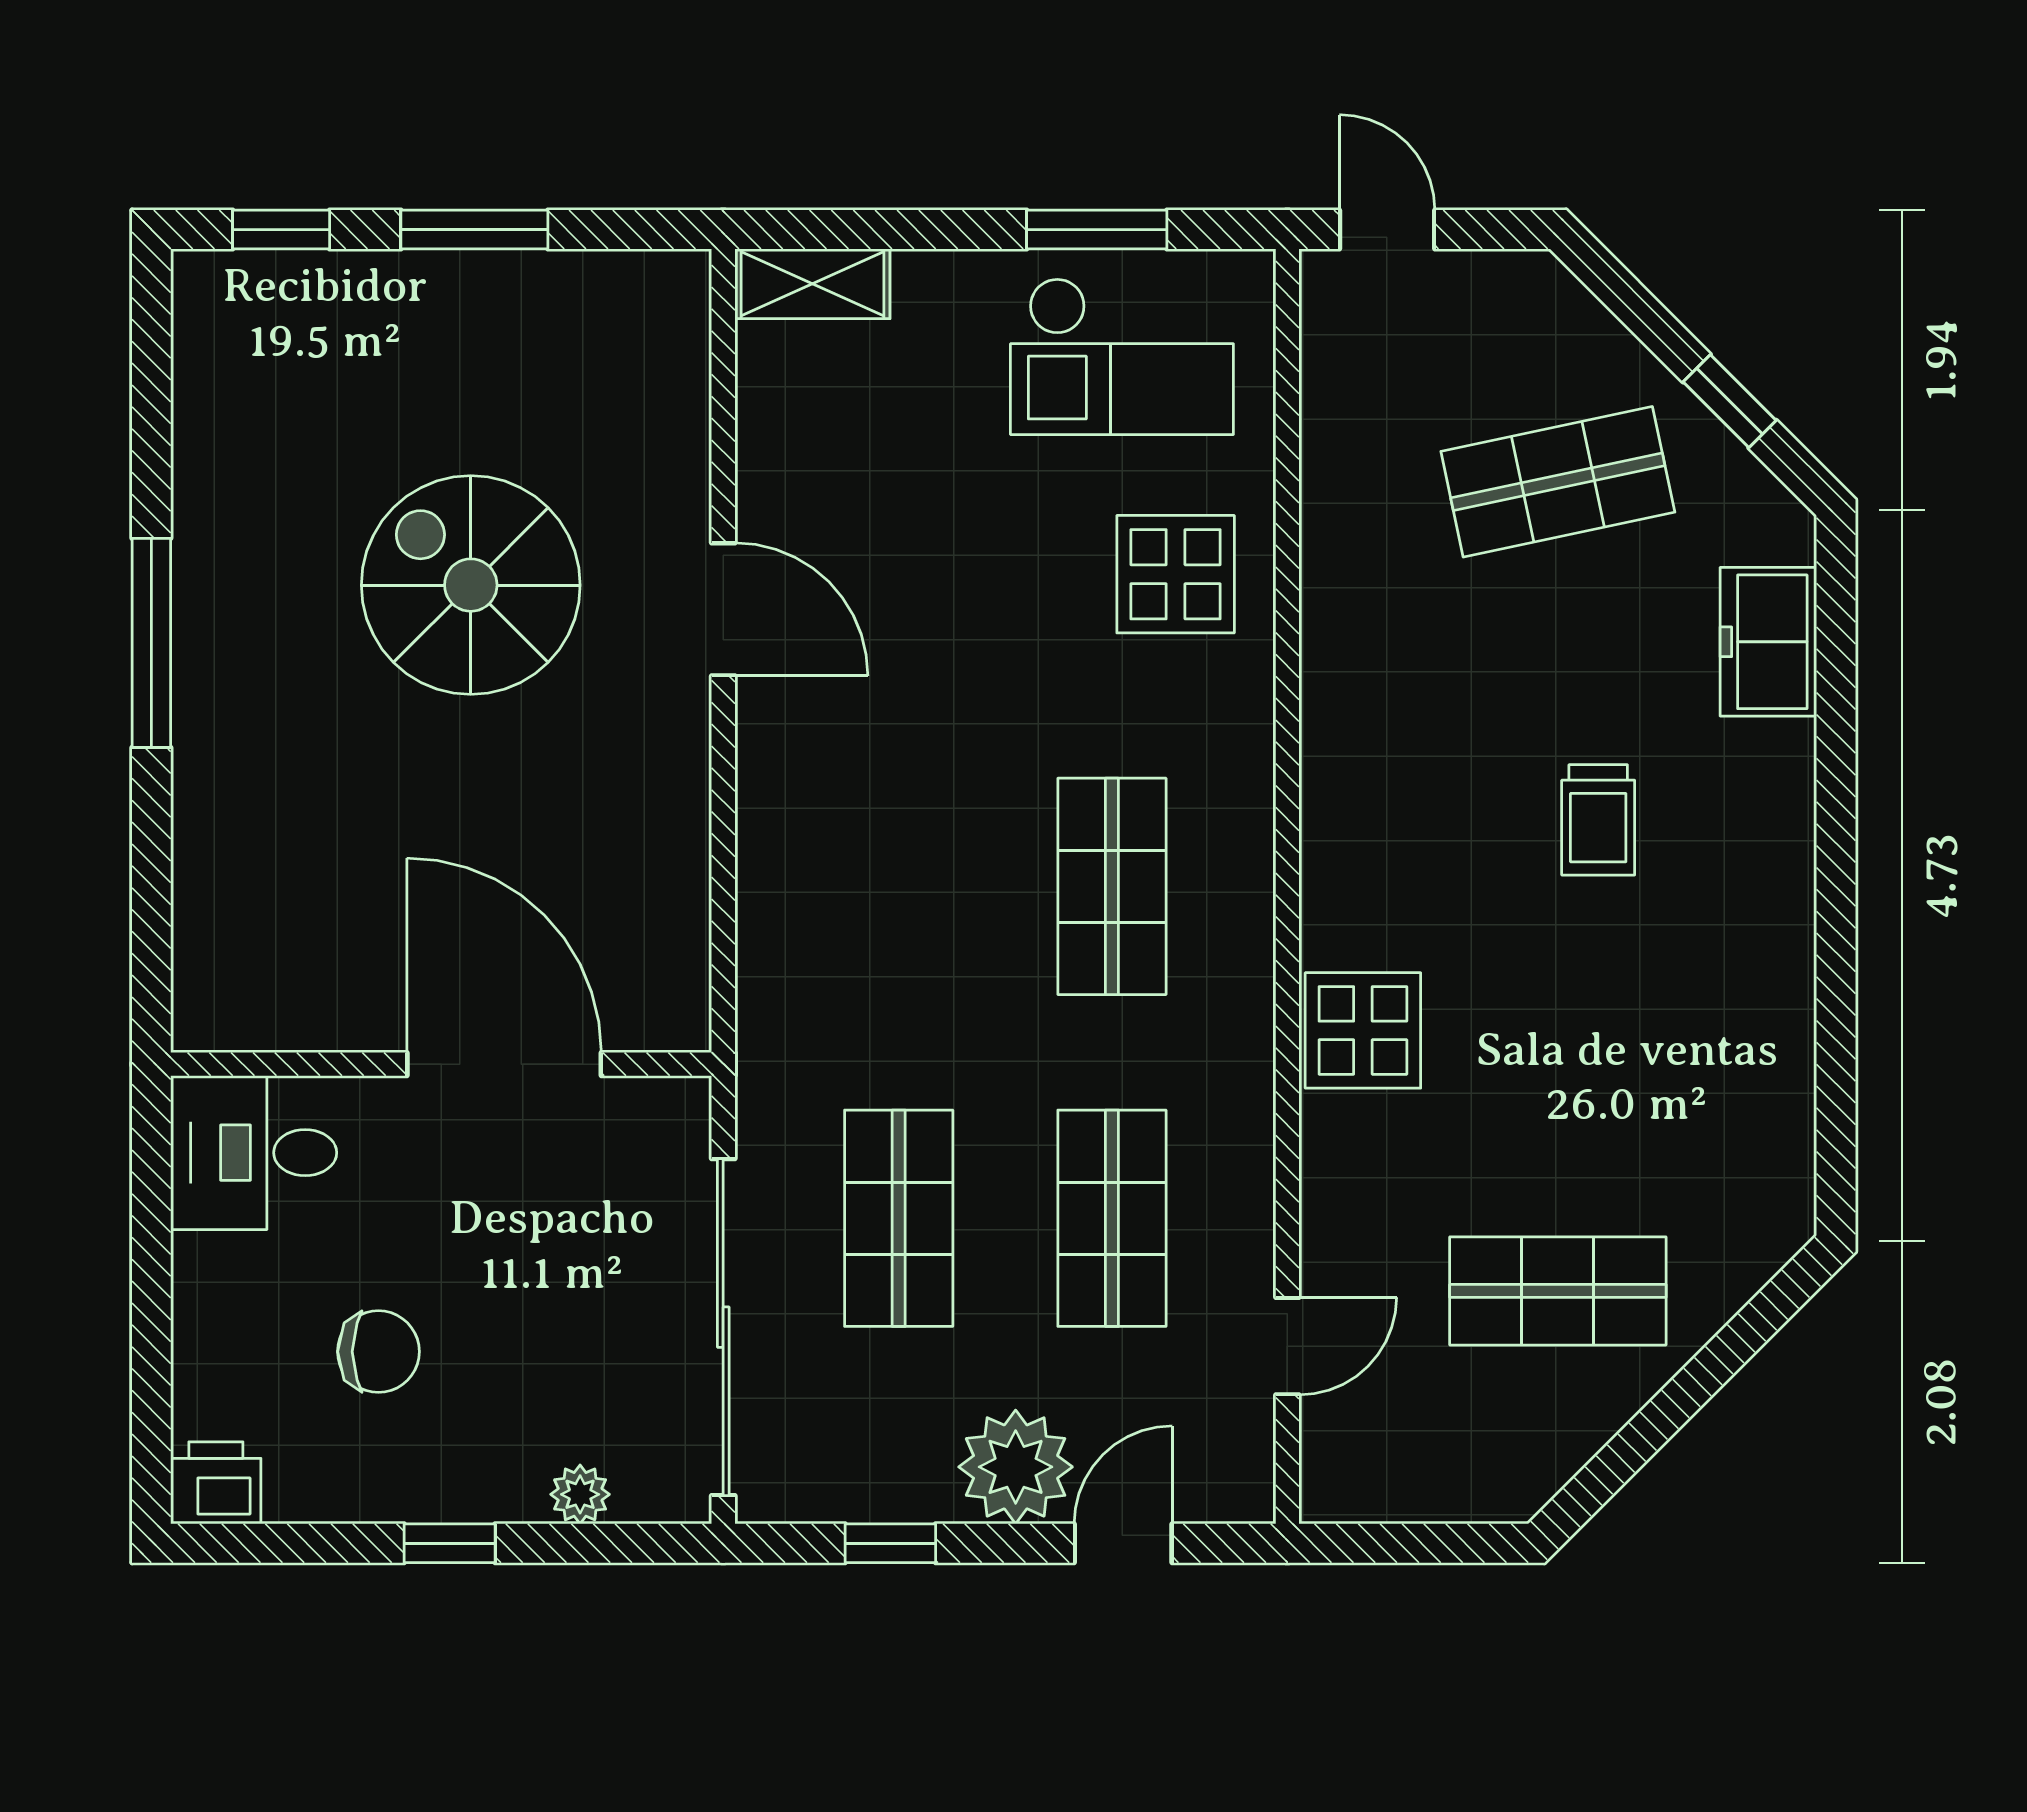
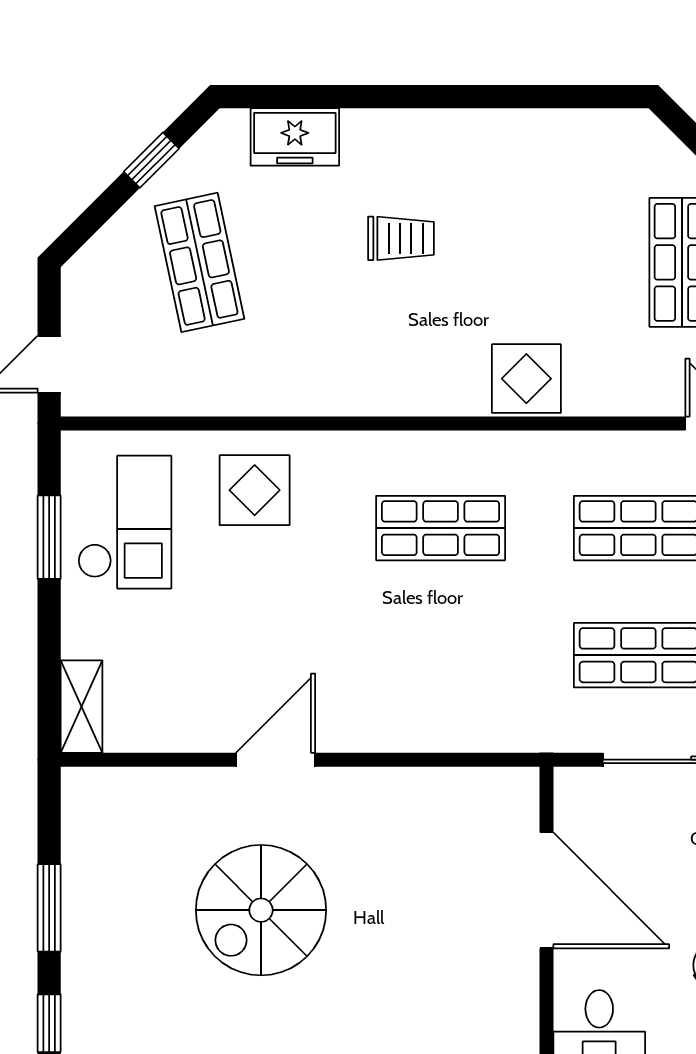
door: (504, 1064) -> (546, 890), swing flipped

